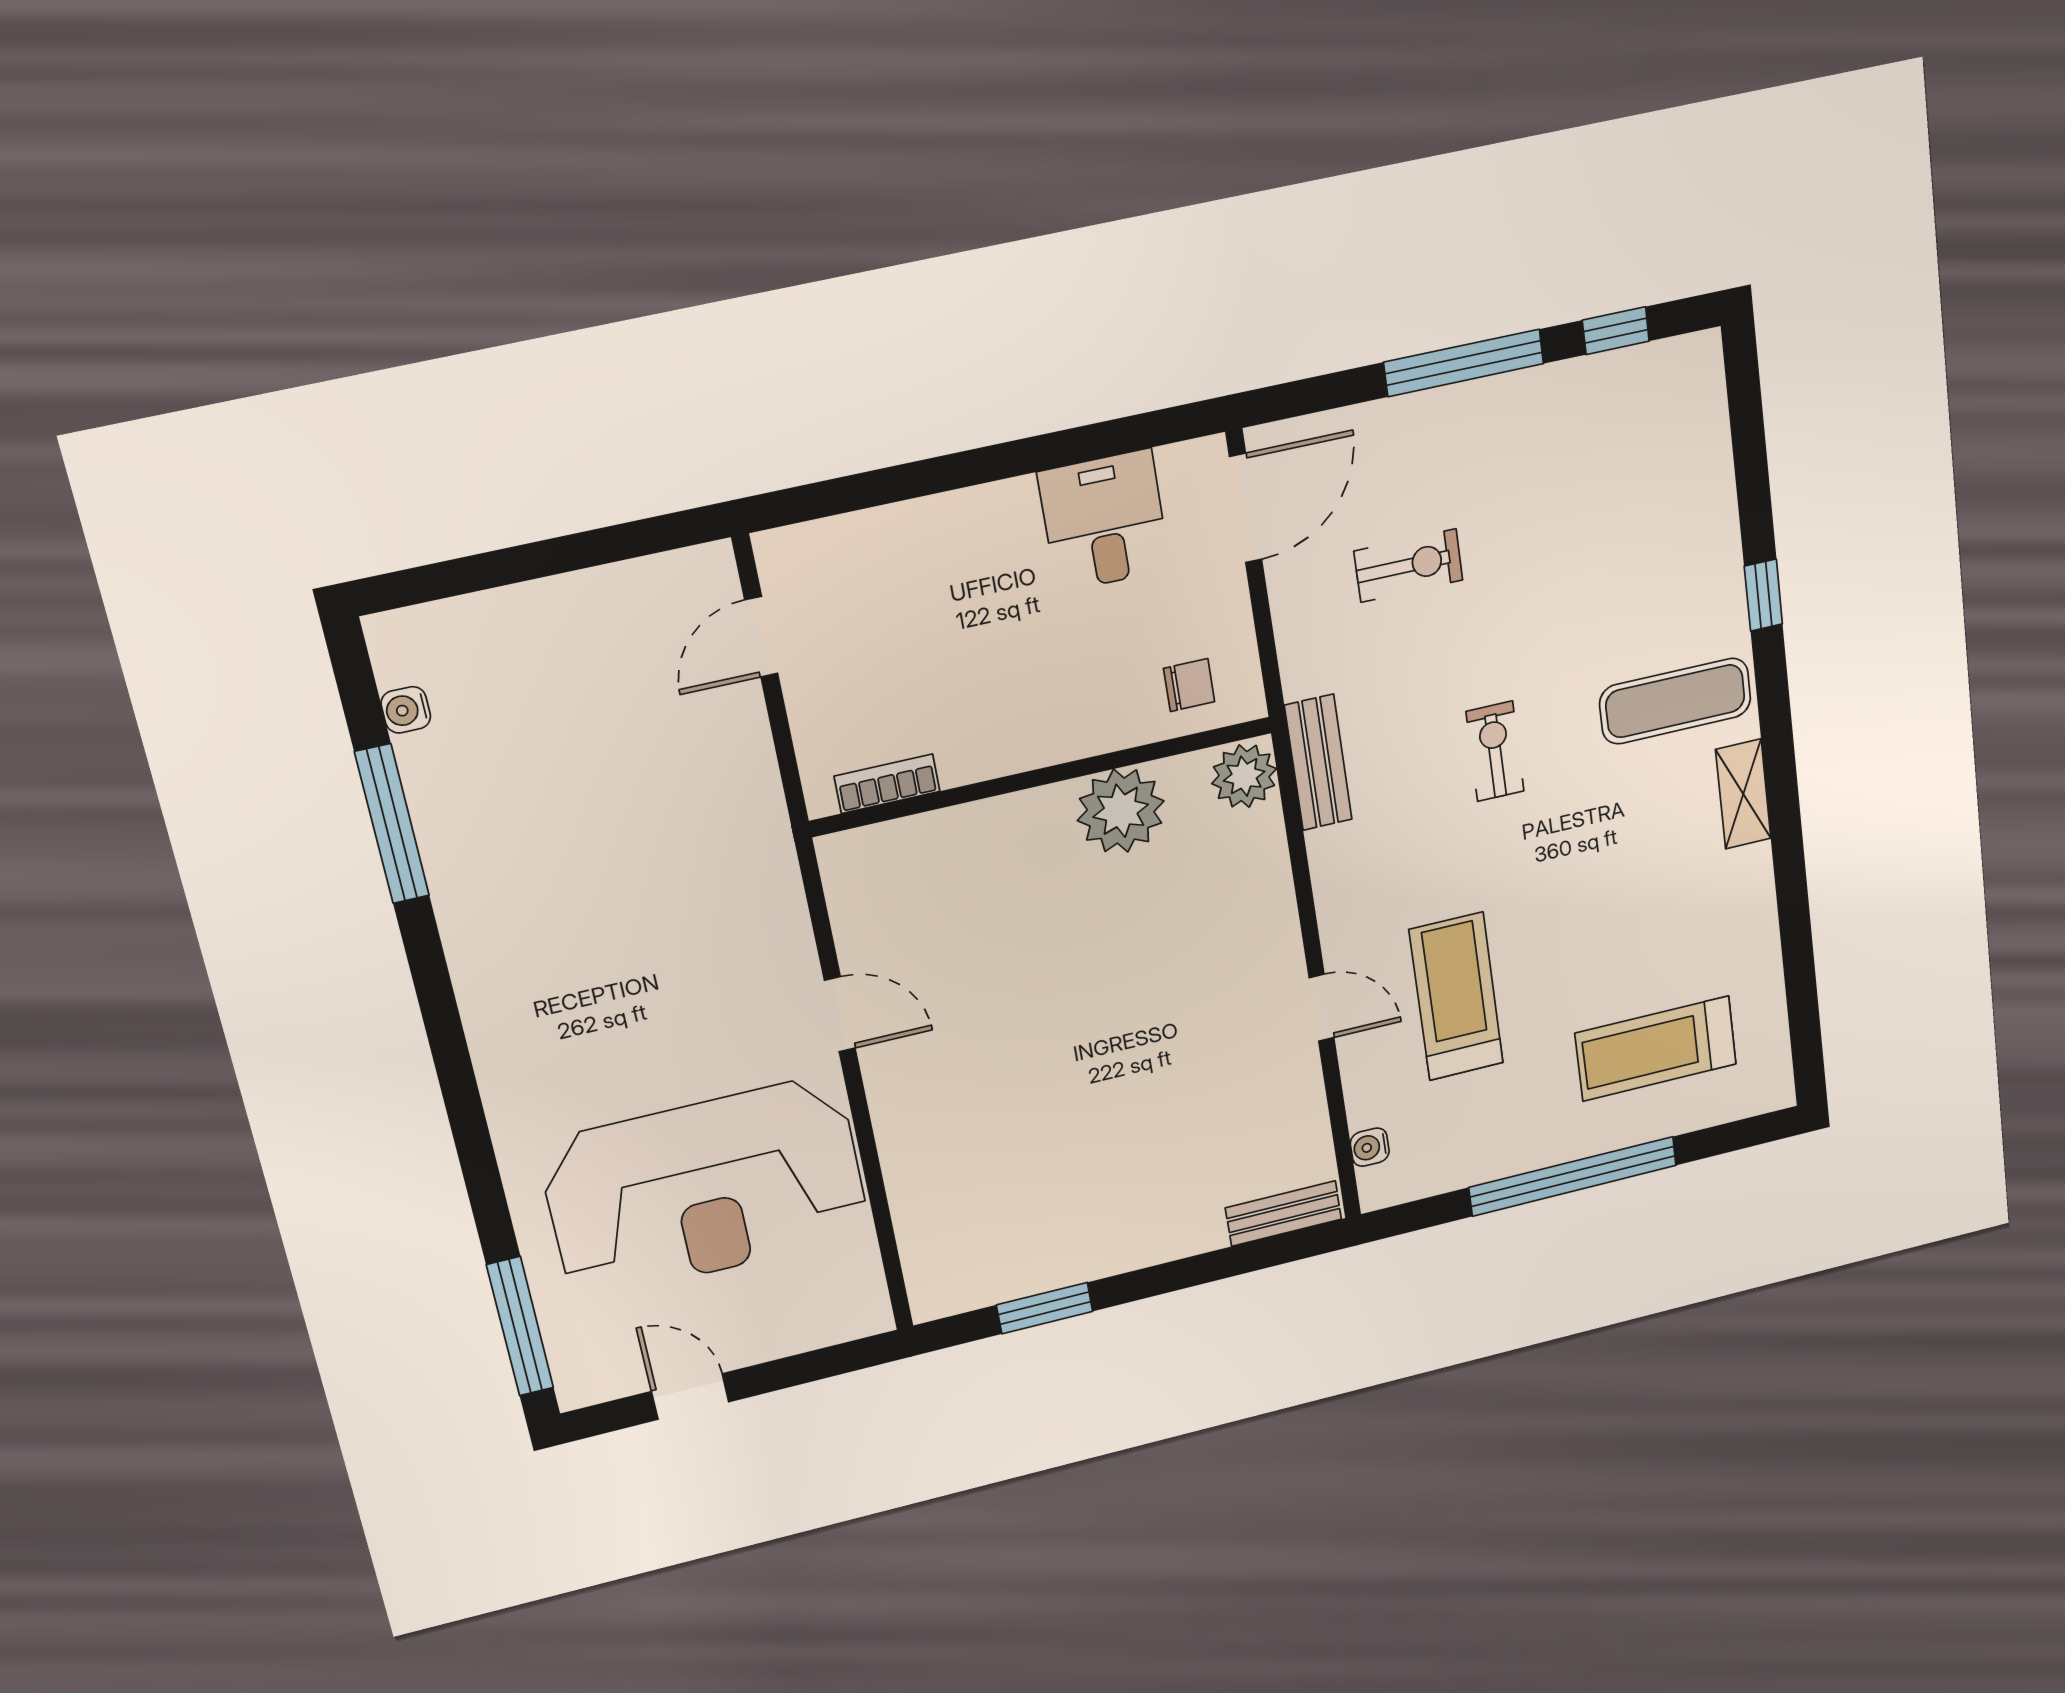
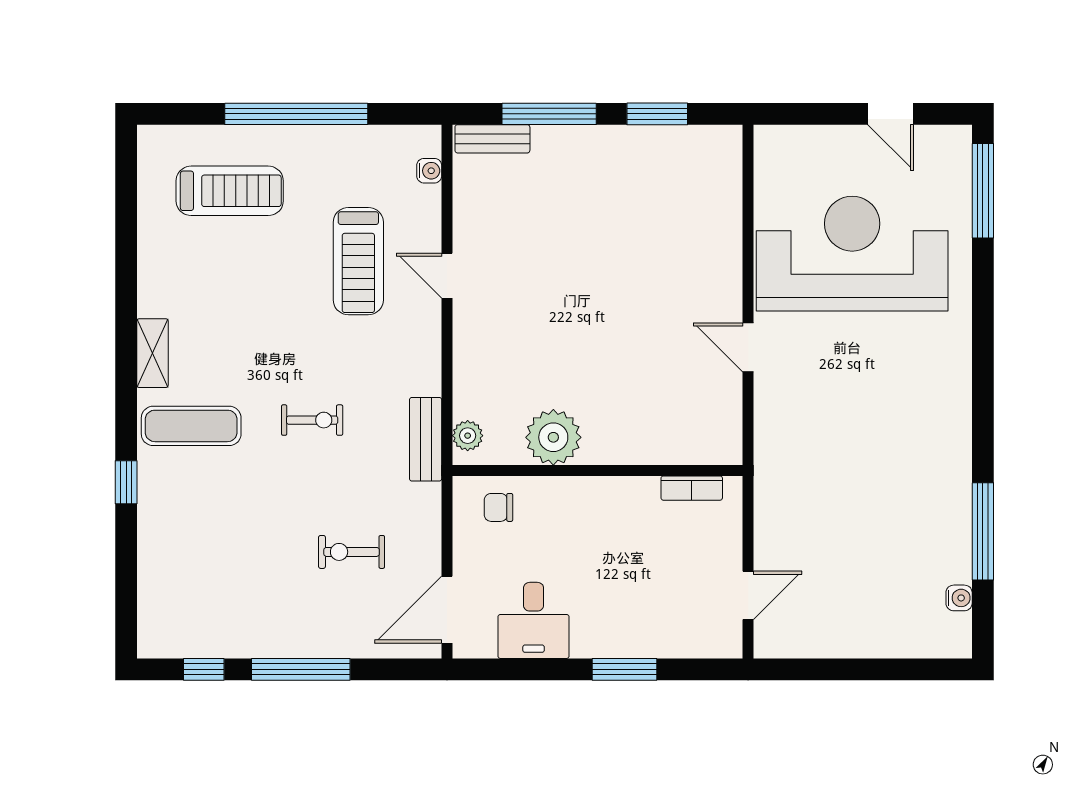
window: (942, 474) -> (624, 669), added
exercise bike: (1495, 751) -> (312, 420), turned -90
plant: (1244, 776) -> (468, 436), width x0.73, depth x0.73
window: (1206, 1268) -> (549, 114), added

